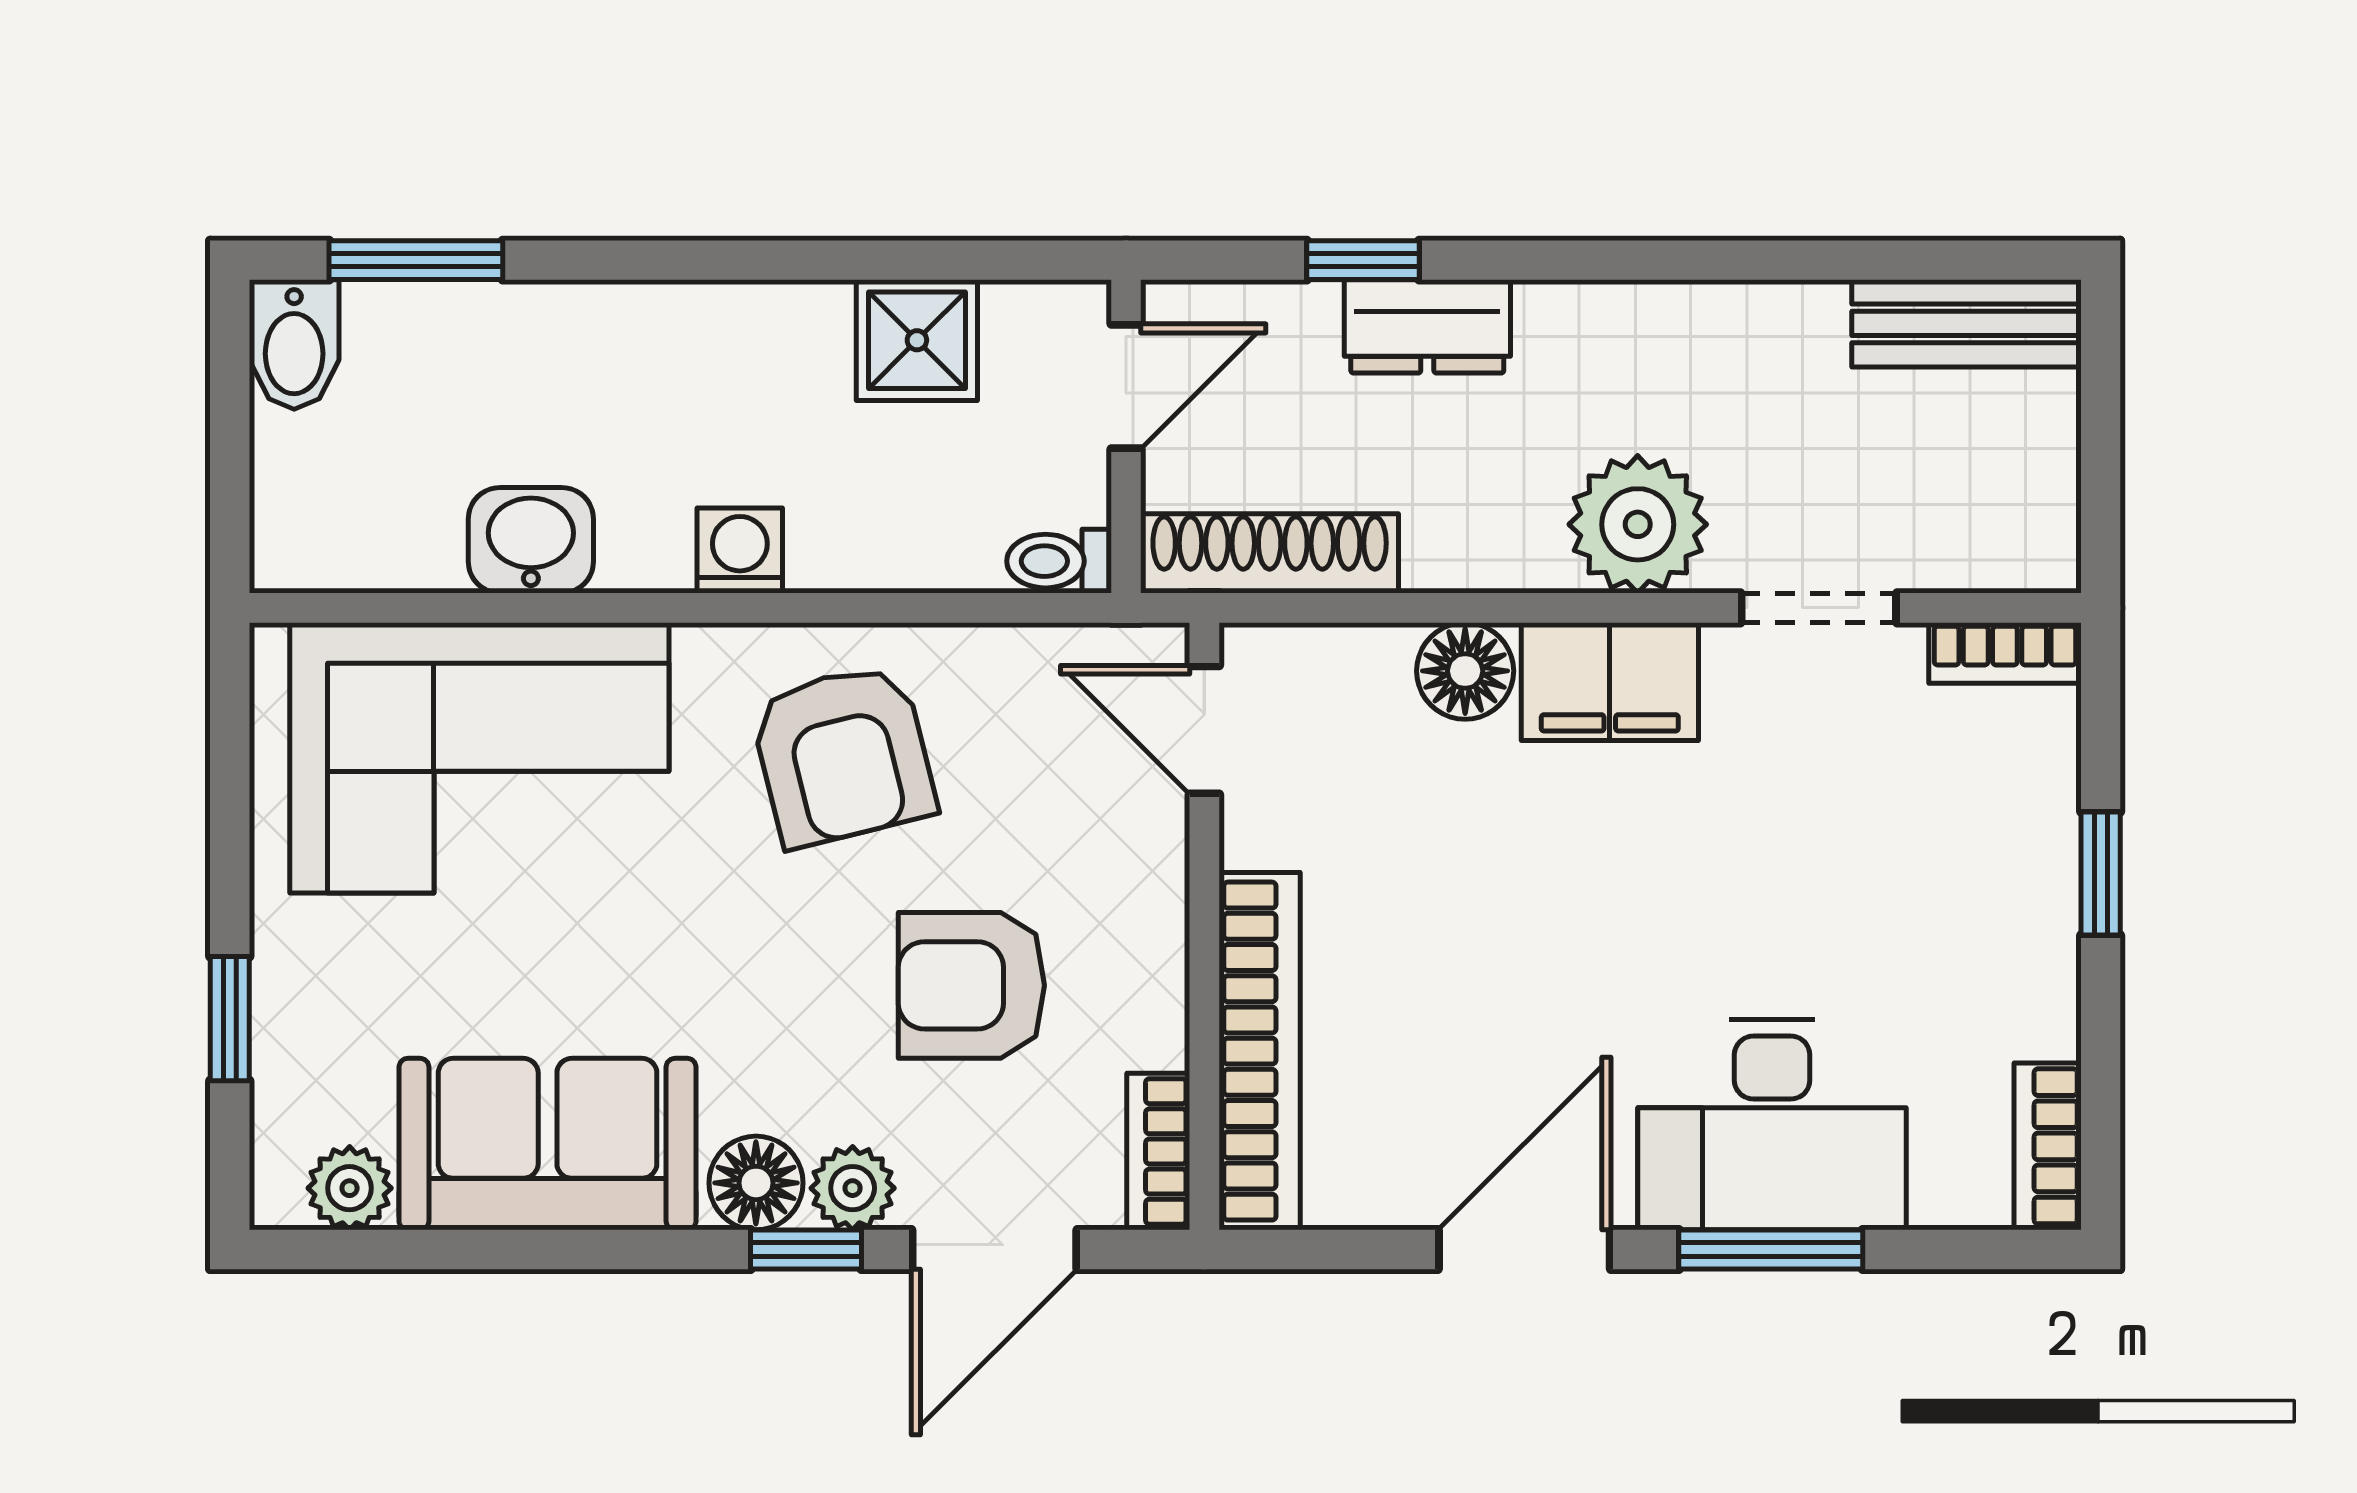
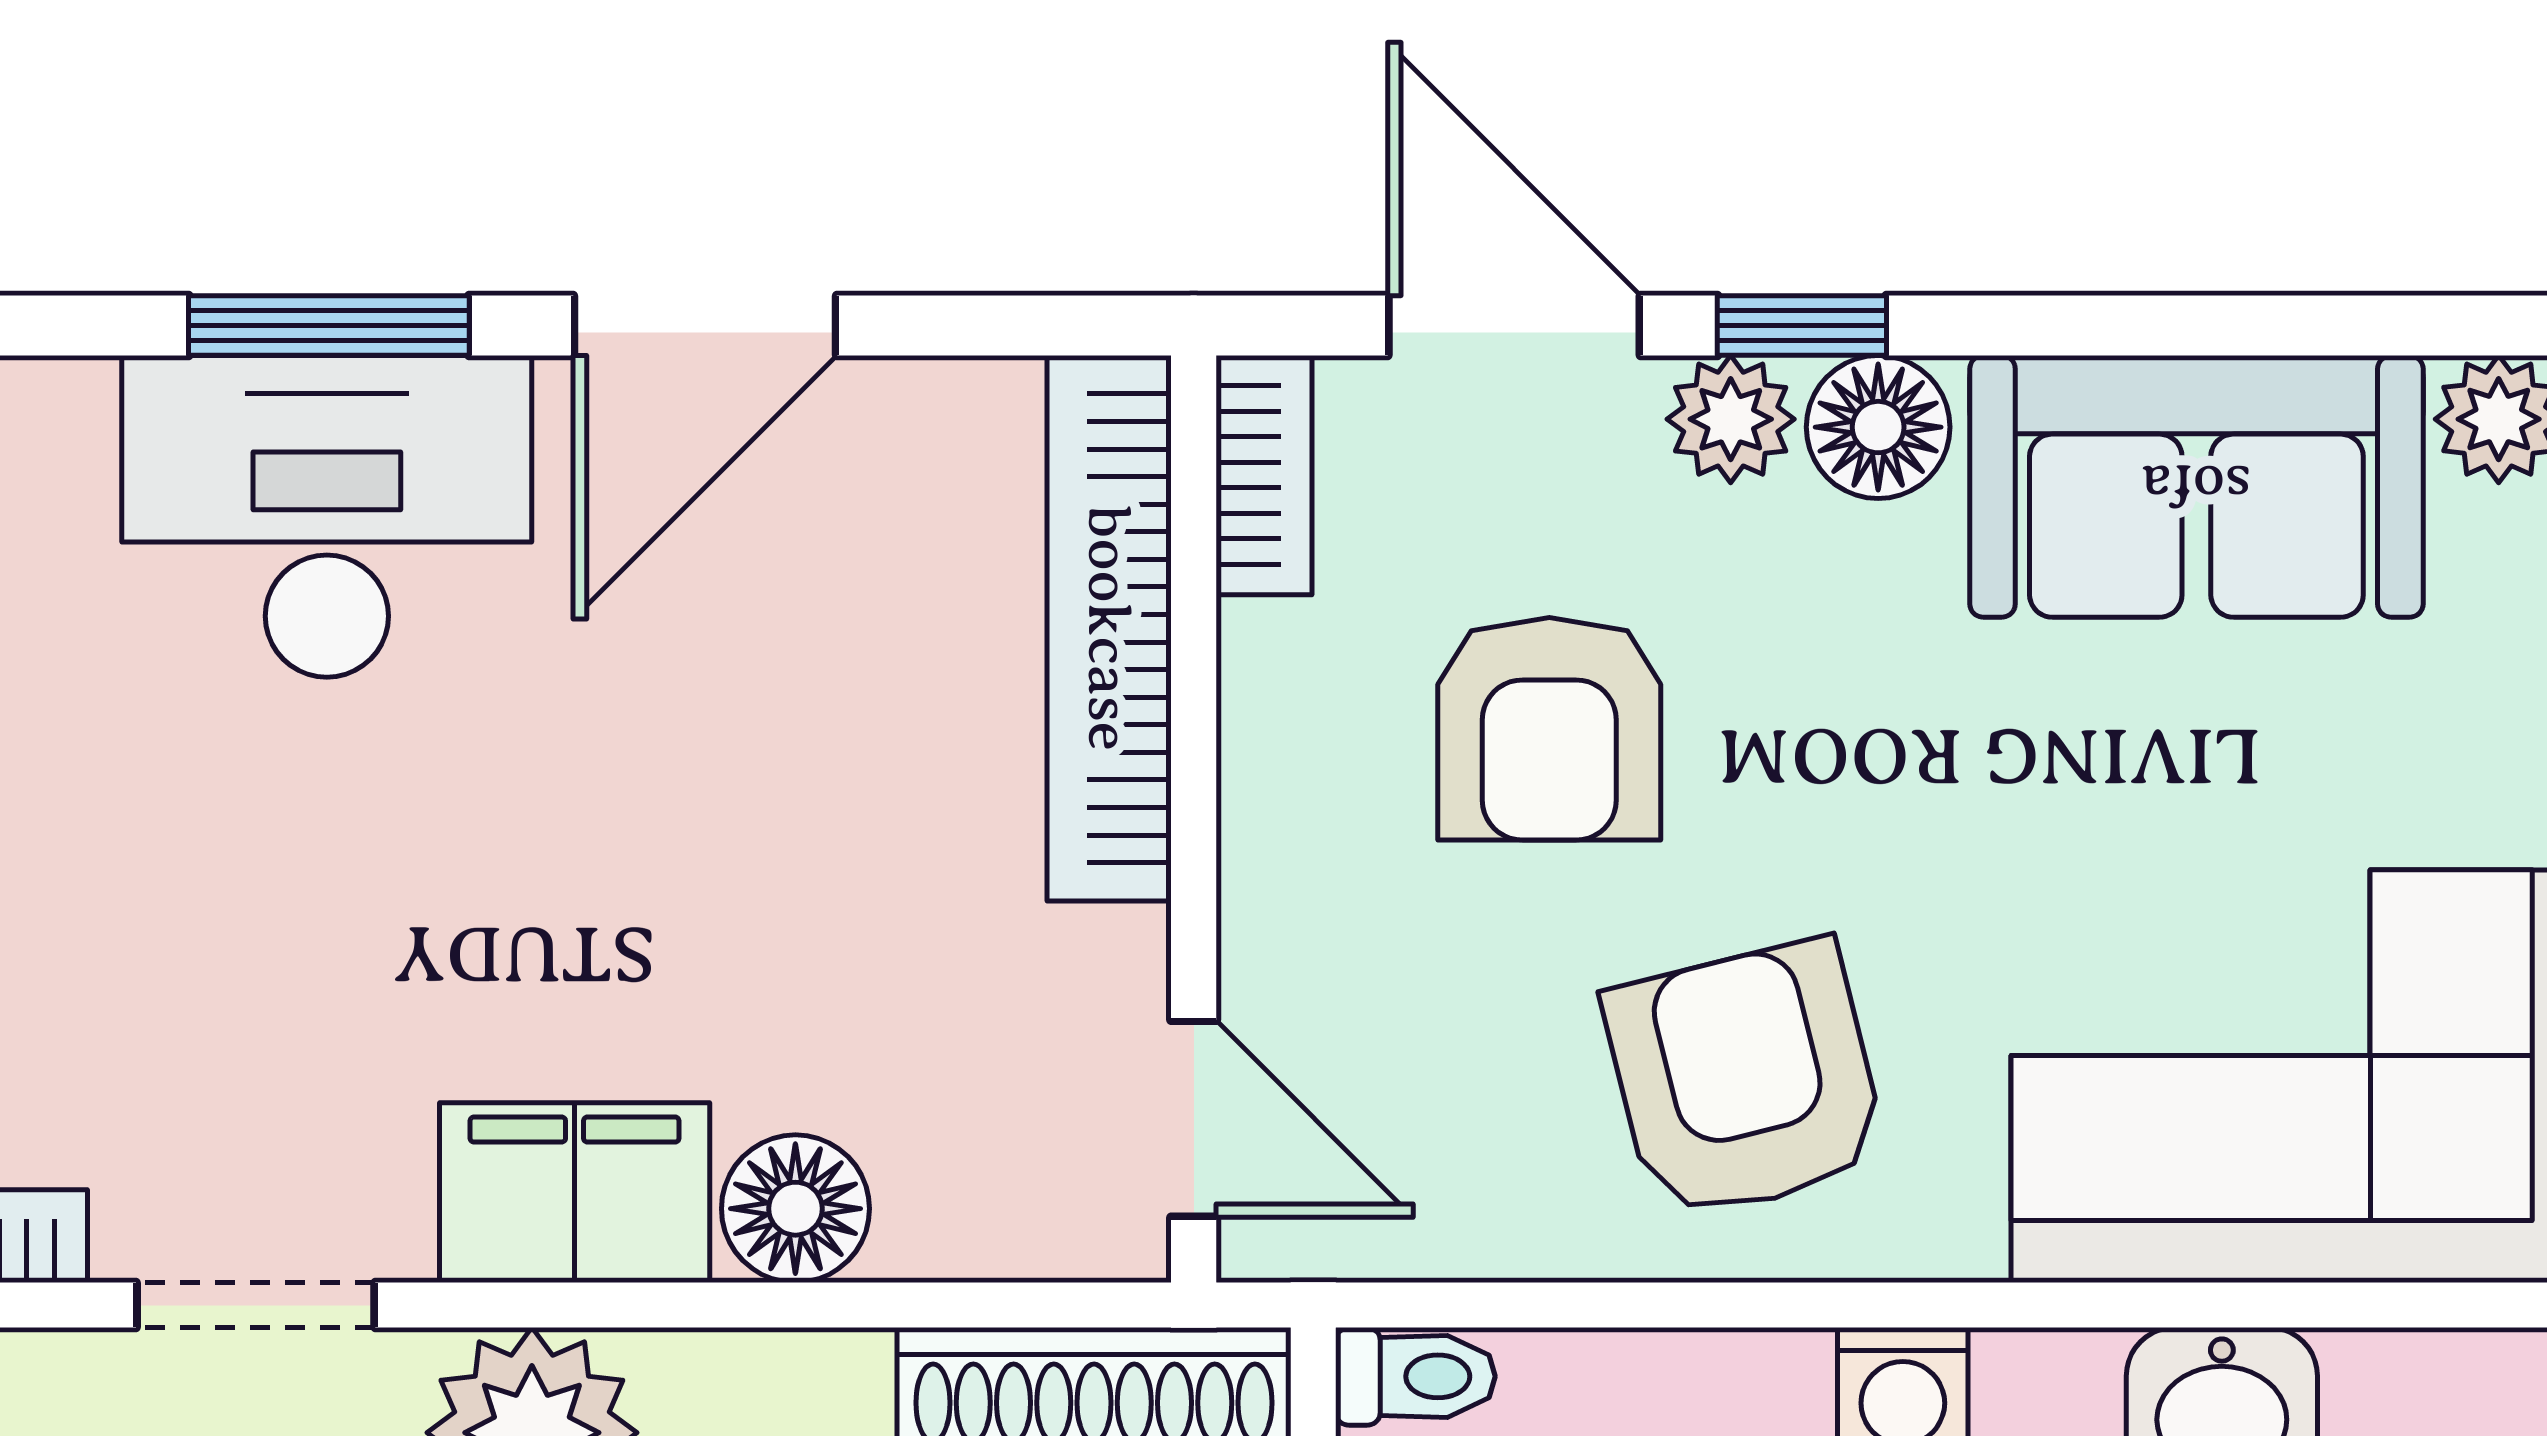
armchair: (971, 985) -> (1549, 729), turned 90
door: (994, 1249) -> (1514, 325), hinge flipped

